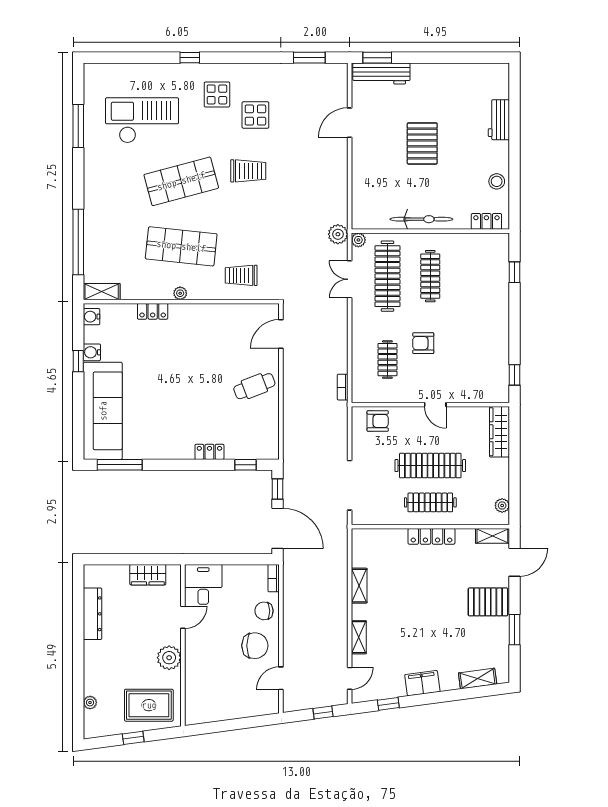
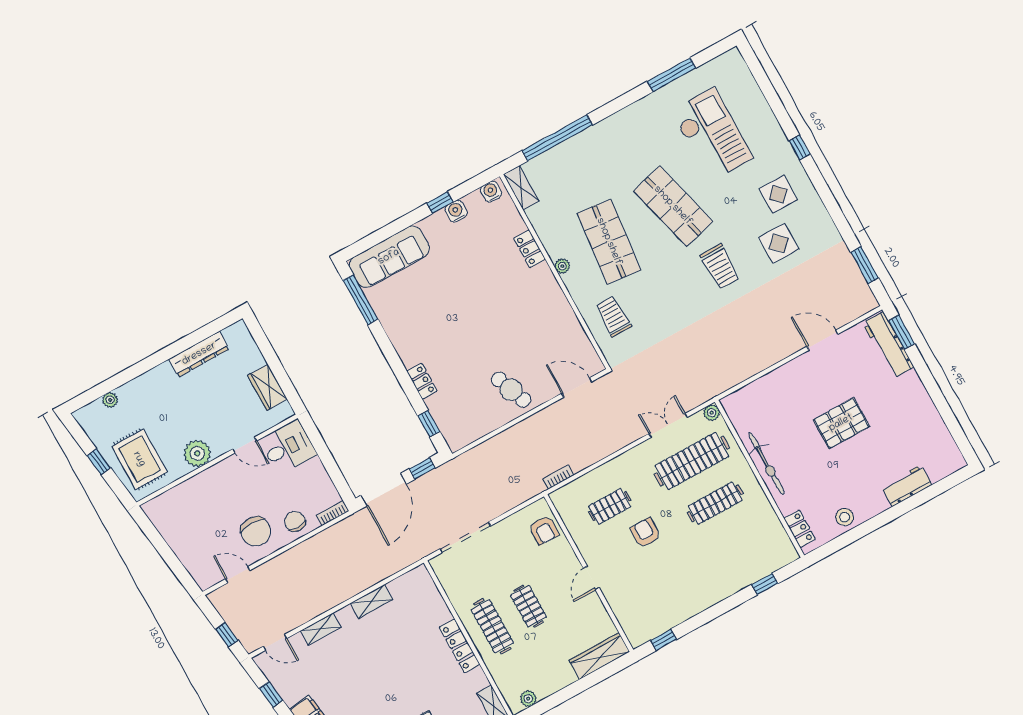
plant: (338, 234) -> (706, 389), removed
sofa: (103, 411) -> (389, 257), width x0.74, depth x0.79
clothes rail: (430, 466) -> (529, 606), width x0.54, depth x0.76

